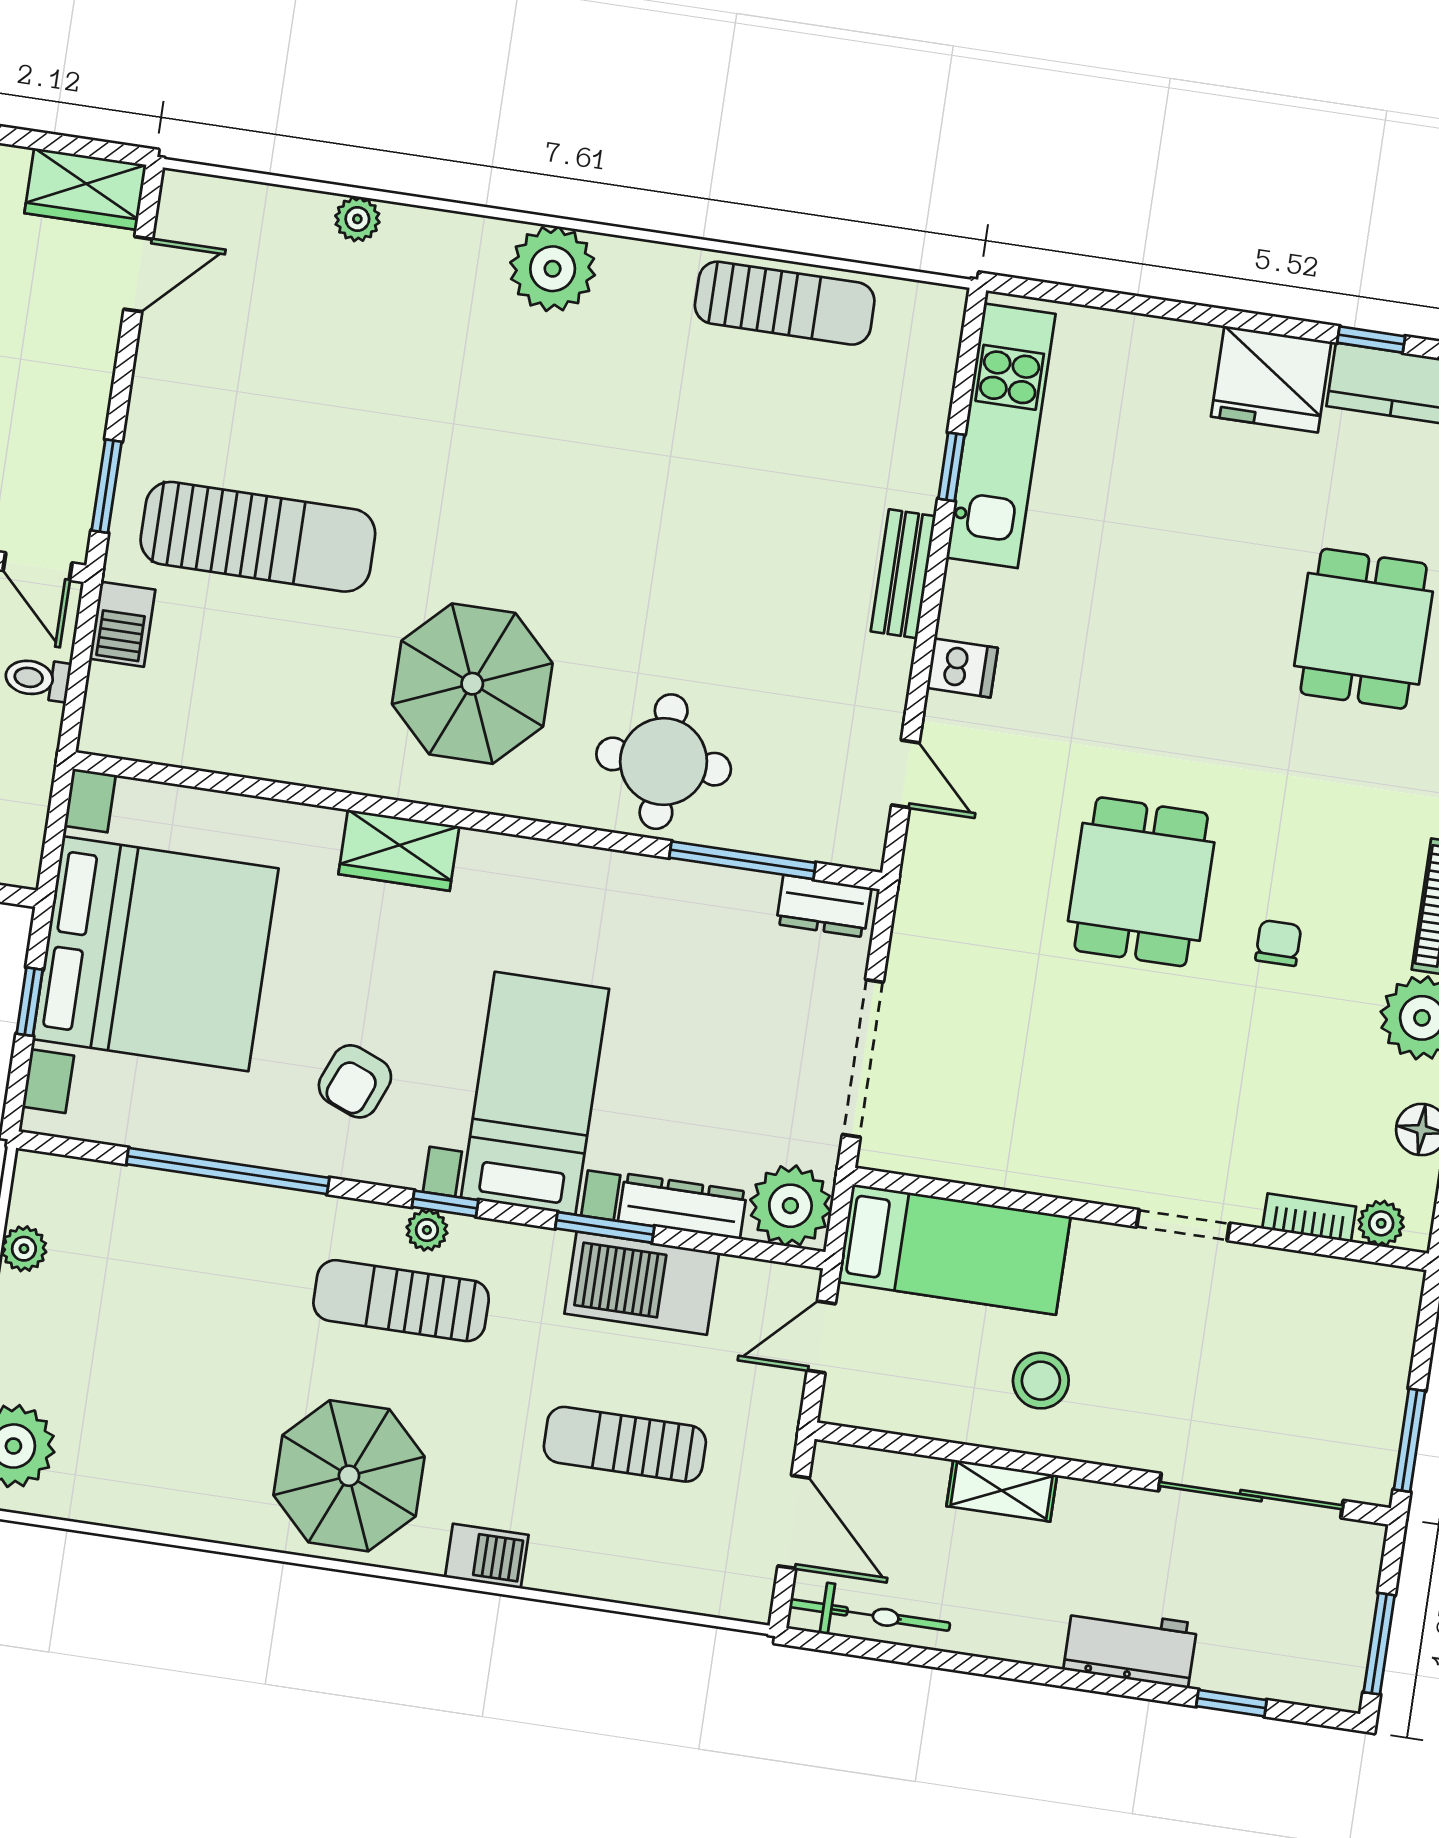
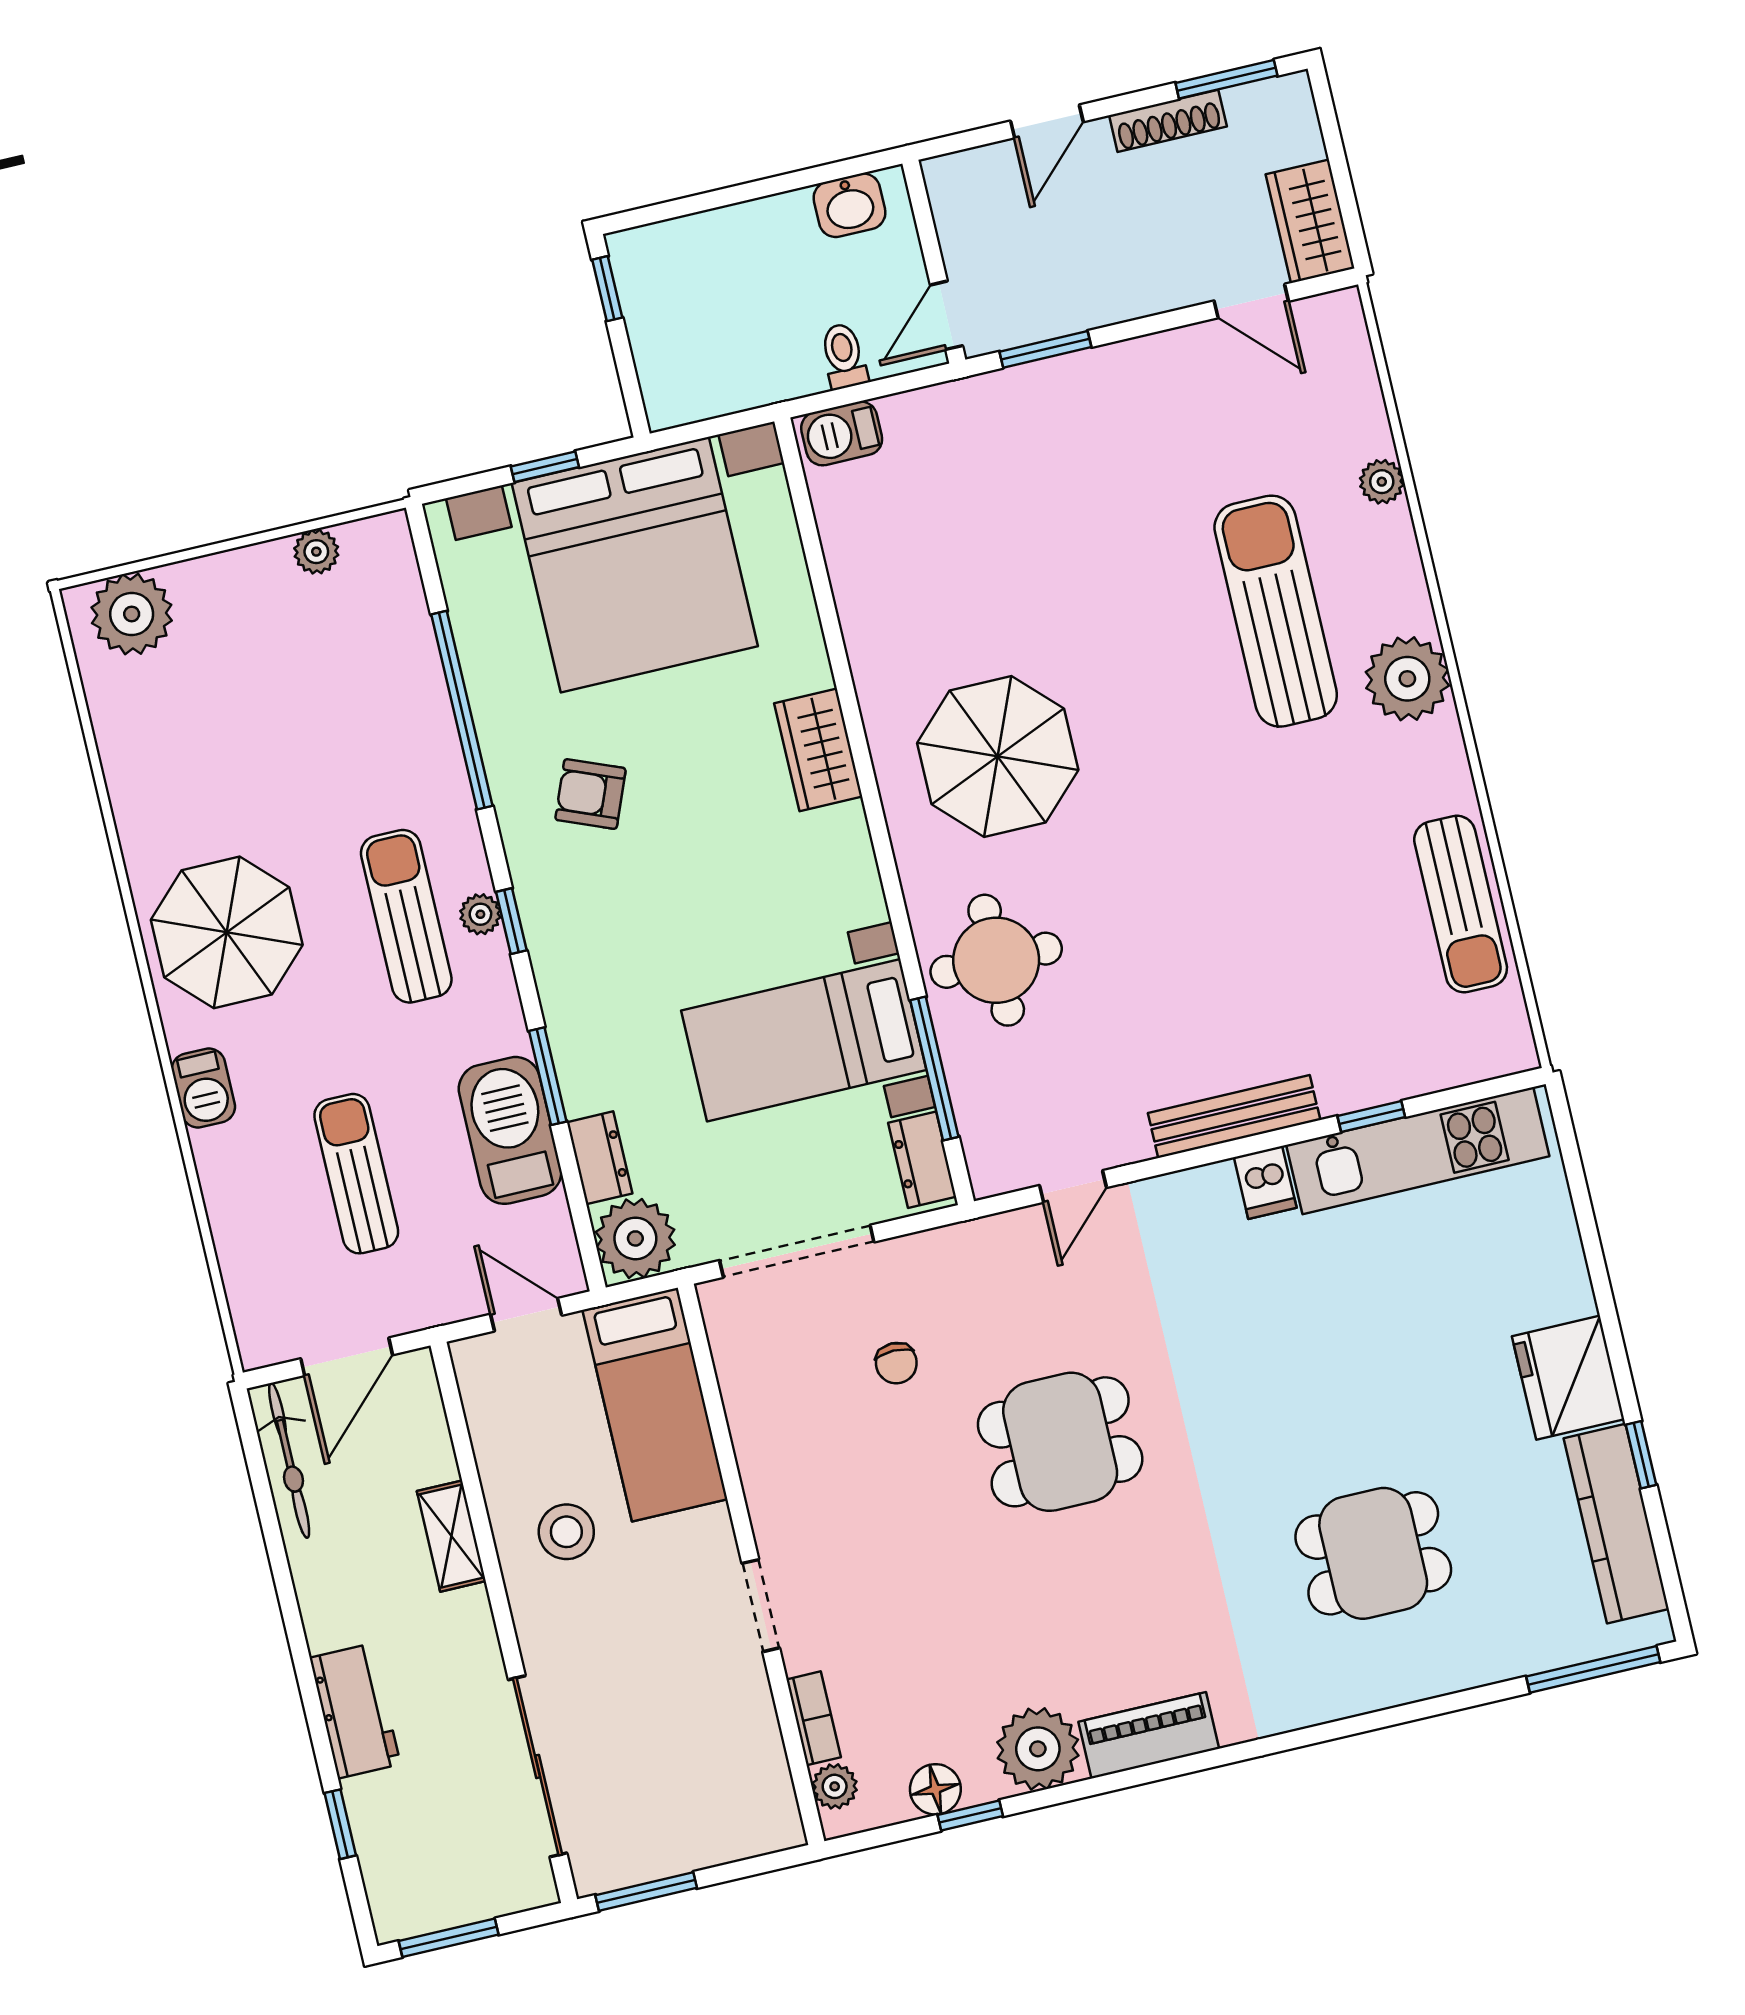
sun lounger: (258, 537) -> (1276, 611), moved, turned 180
bench: (903, 574) -> (1234, 1116), width x1.36
barbecue: (122, 624) -> (842, 433), moved
dishwasher: (962, 668) -> (1265, 1182), moved
chair: (1278, 943) -> (896, 1363), moved, turned 90
bed with nightstands: (535, 1093) -> (804, 1040), moved, turned 180
dresser: (682, 1206) -> (600, 1158), width x0.70

